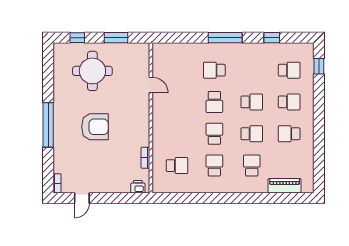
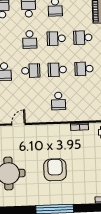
school desk: (252, 102) -> (30, 39), turned 180
school desk: (252, 134) -> (56, 38), turned -90
school desk: (177, 166) -> (58, 101), moved, turned 180

